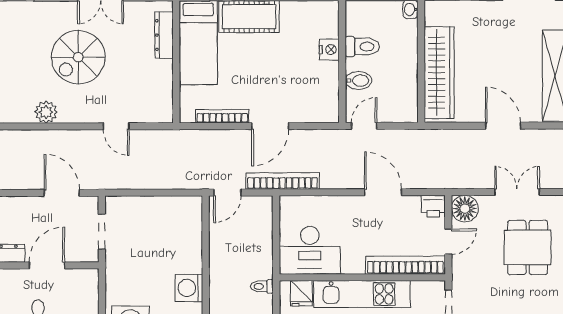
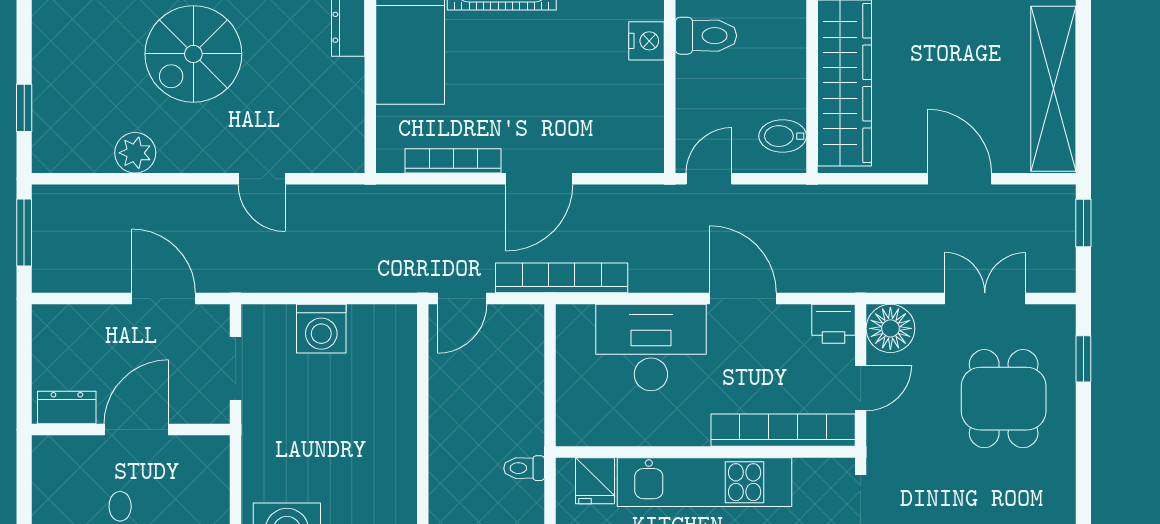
bidet: (358, 81) -> (783, 136), moved, turned 180
desk: (310, 250) -> (651, 348), moved, turned 180
washing machine: (189, 288) -> (321, 329), moved, turned -90

